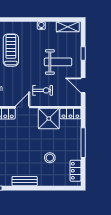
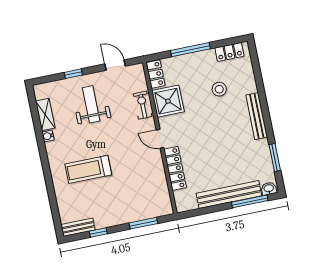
shelving: (68, 27) -> (45, 114), moved
door: (83, 85) -> (115, 65), swing flipped
exercise bike: (43, 90) -> (143, 105), moved
bench: (25, 181) -> (257, 116), width x1.36

